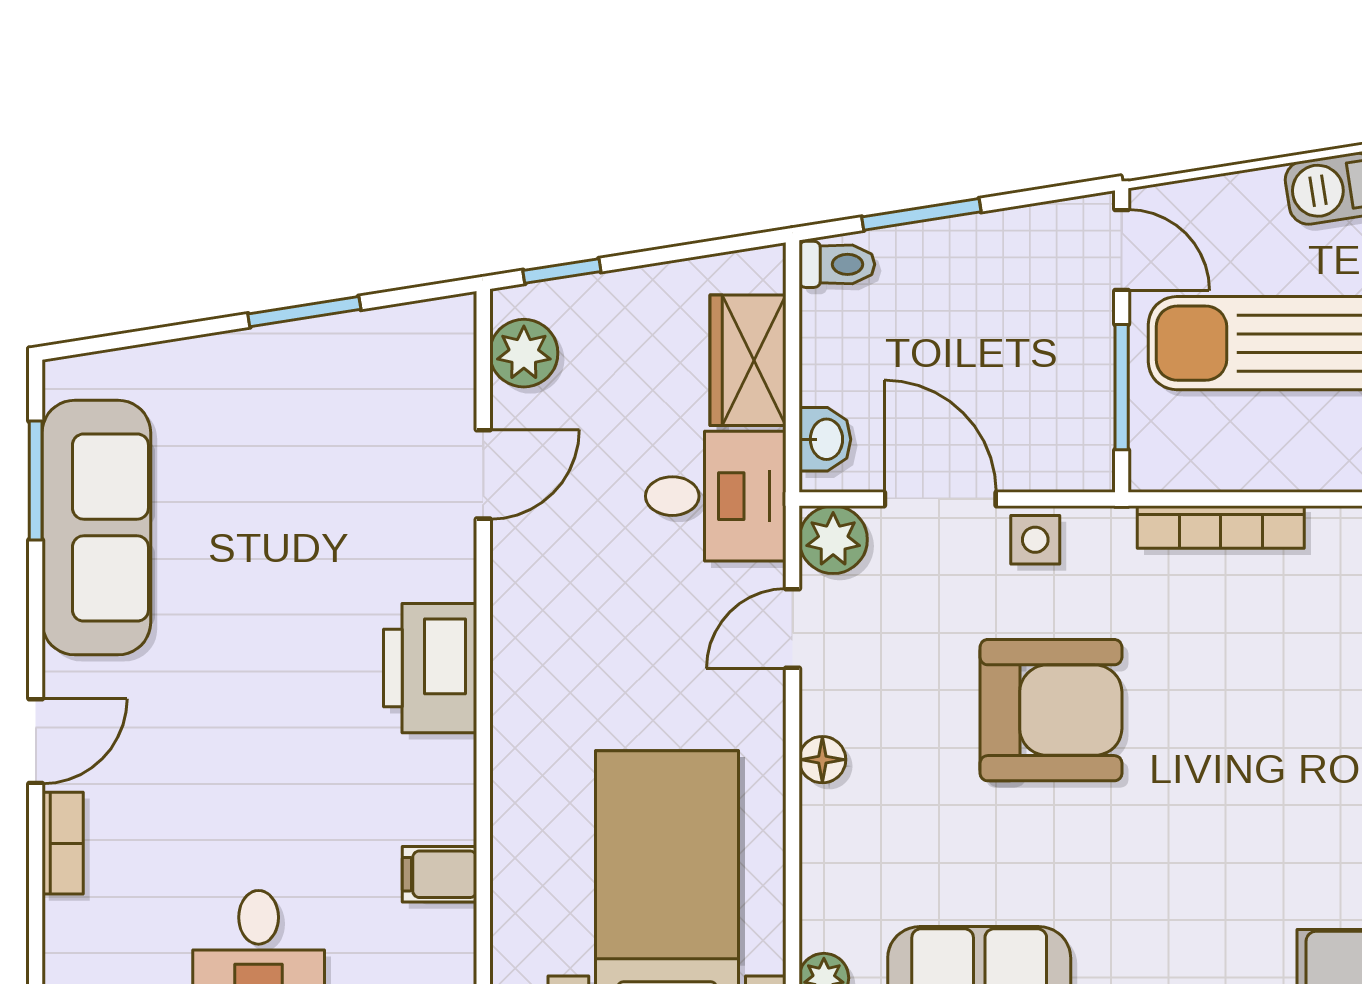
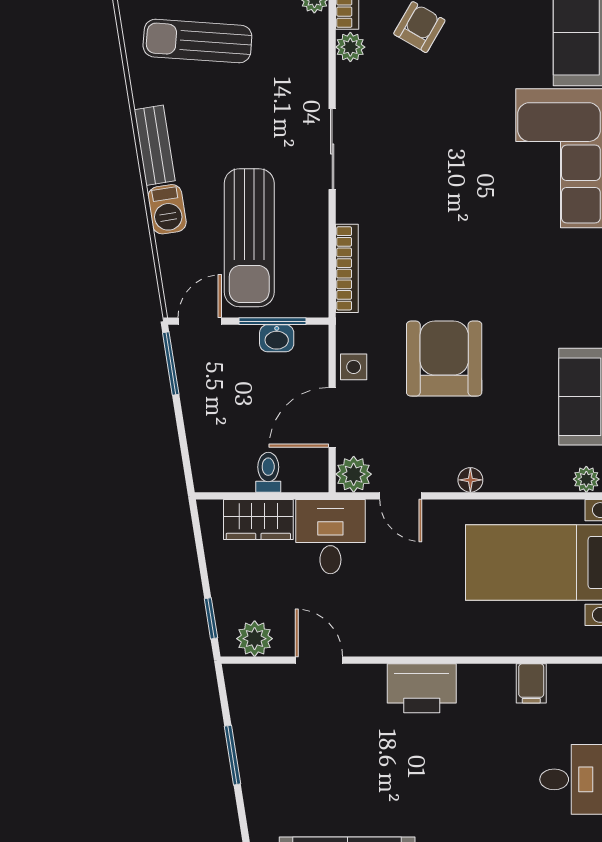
window: (921, 214) -> (171, 364), moved
toilet: (837, 264) -> (268, 472), moved
washbasin: (825, 439) -> (277, 338), moved, turned 180

